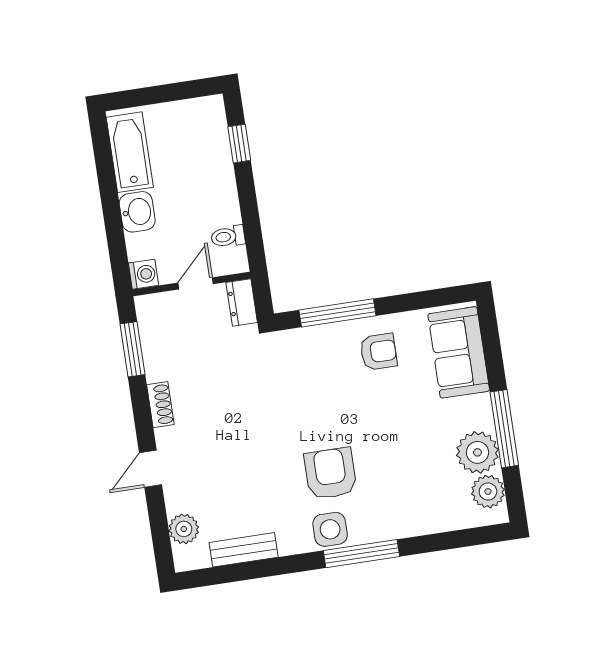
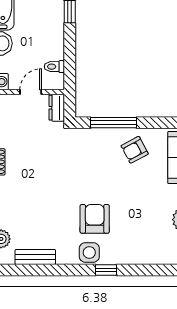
armchair: (378, 352) -> (135, 150), turned 152
window: (361, 554) -> (106, 270), width x0.46

